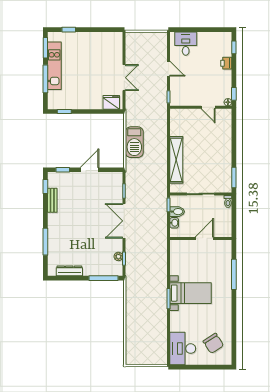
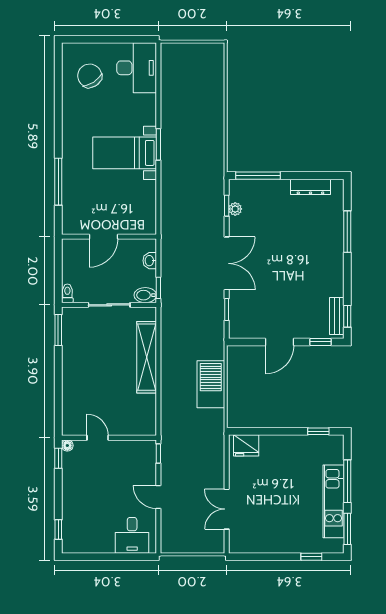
printer: (226, 63) -> (70, 505), removed
double door: (124, 78) -> (227, 509), moved
bench: (52, 200) -> (337, 316), moved
bidet: (177, 212) -> (145, 295), moved

